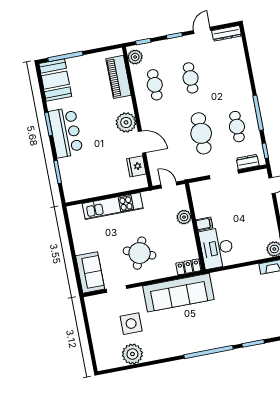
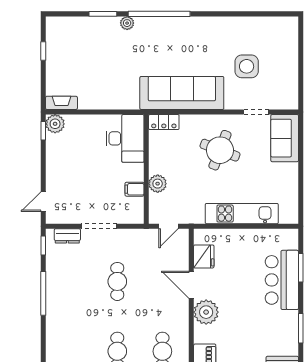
cafe table: (237, 127) -> (72, 281), removed
bar counter: (66, 132) -> (282, 280), moved
cafe table: (201, 133) -> (117, 281), width x0.73, depth x0.74
door: (169, 185) -> (169, 226), hinge flipped
filing cabinet: (204, 224) -> (134, 189), moved
plant: (132, 354) -> (127, 23), moved, width x0.53, depth x0.53

